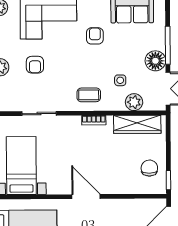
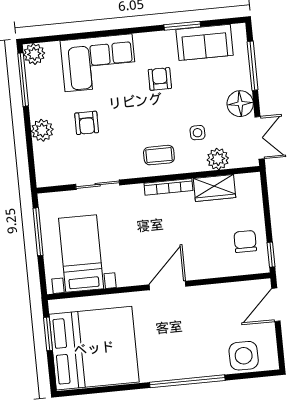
window: (168, 45) -> (253, 66), moved
bookcase: (94, 120) -> (168, 187), width x1.56
wardrobe: (137, 124) -> (214, 188), width x0.67
door: (86, 197) -> (168, 285), hinge flipped

